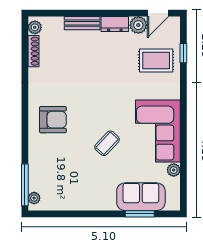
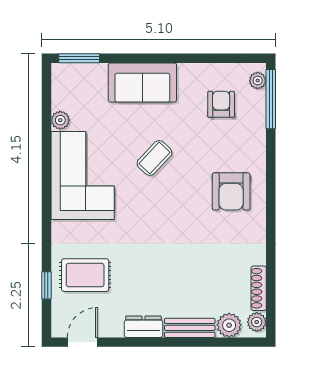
plant: (138, 25) -> (229, 325), moved
armchair: (53, 120) -> (231, 191), turned -90
armchair: (60, 181) -> (221, 104), added
sofa: (141, 197) -> (142, 82), moved
window: (140, 214) -> (79, 58), moved

